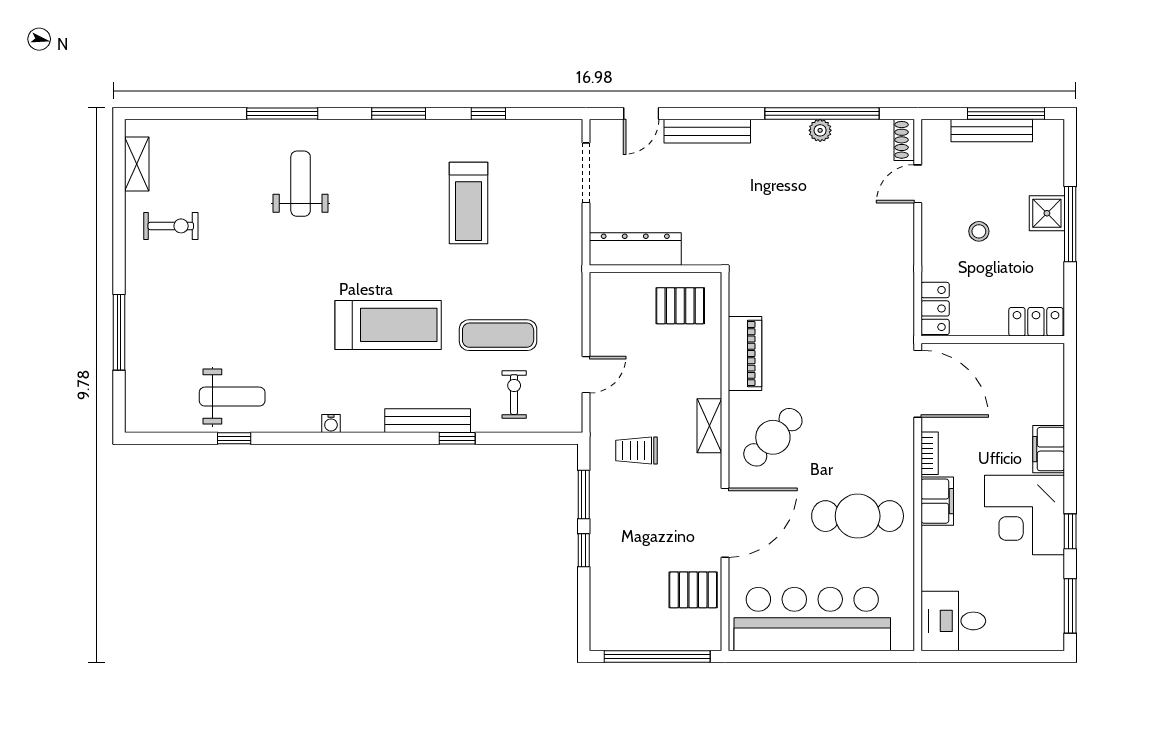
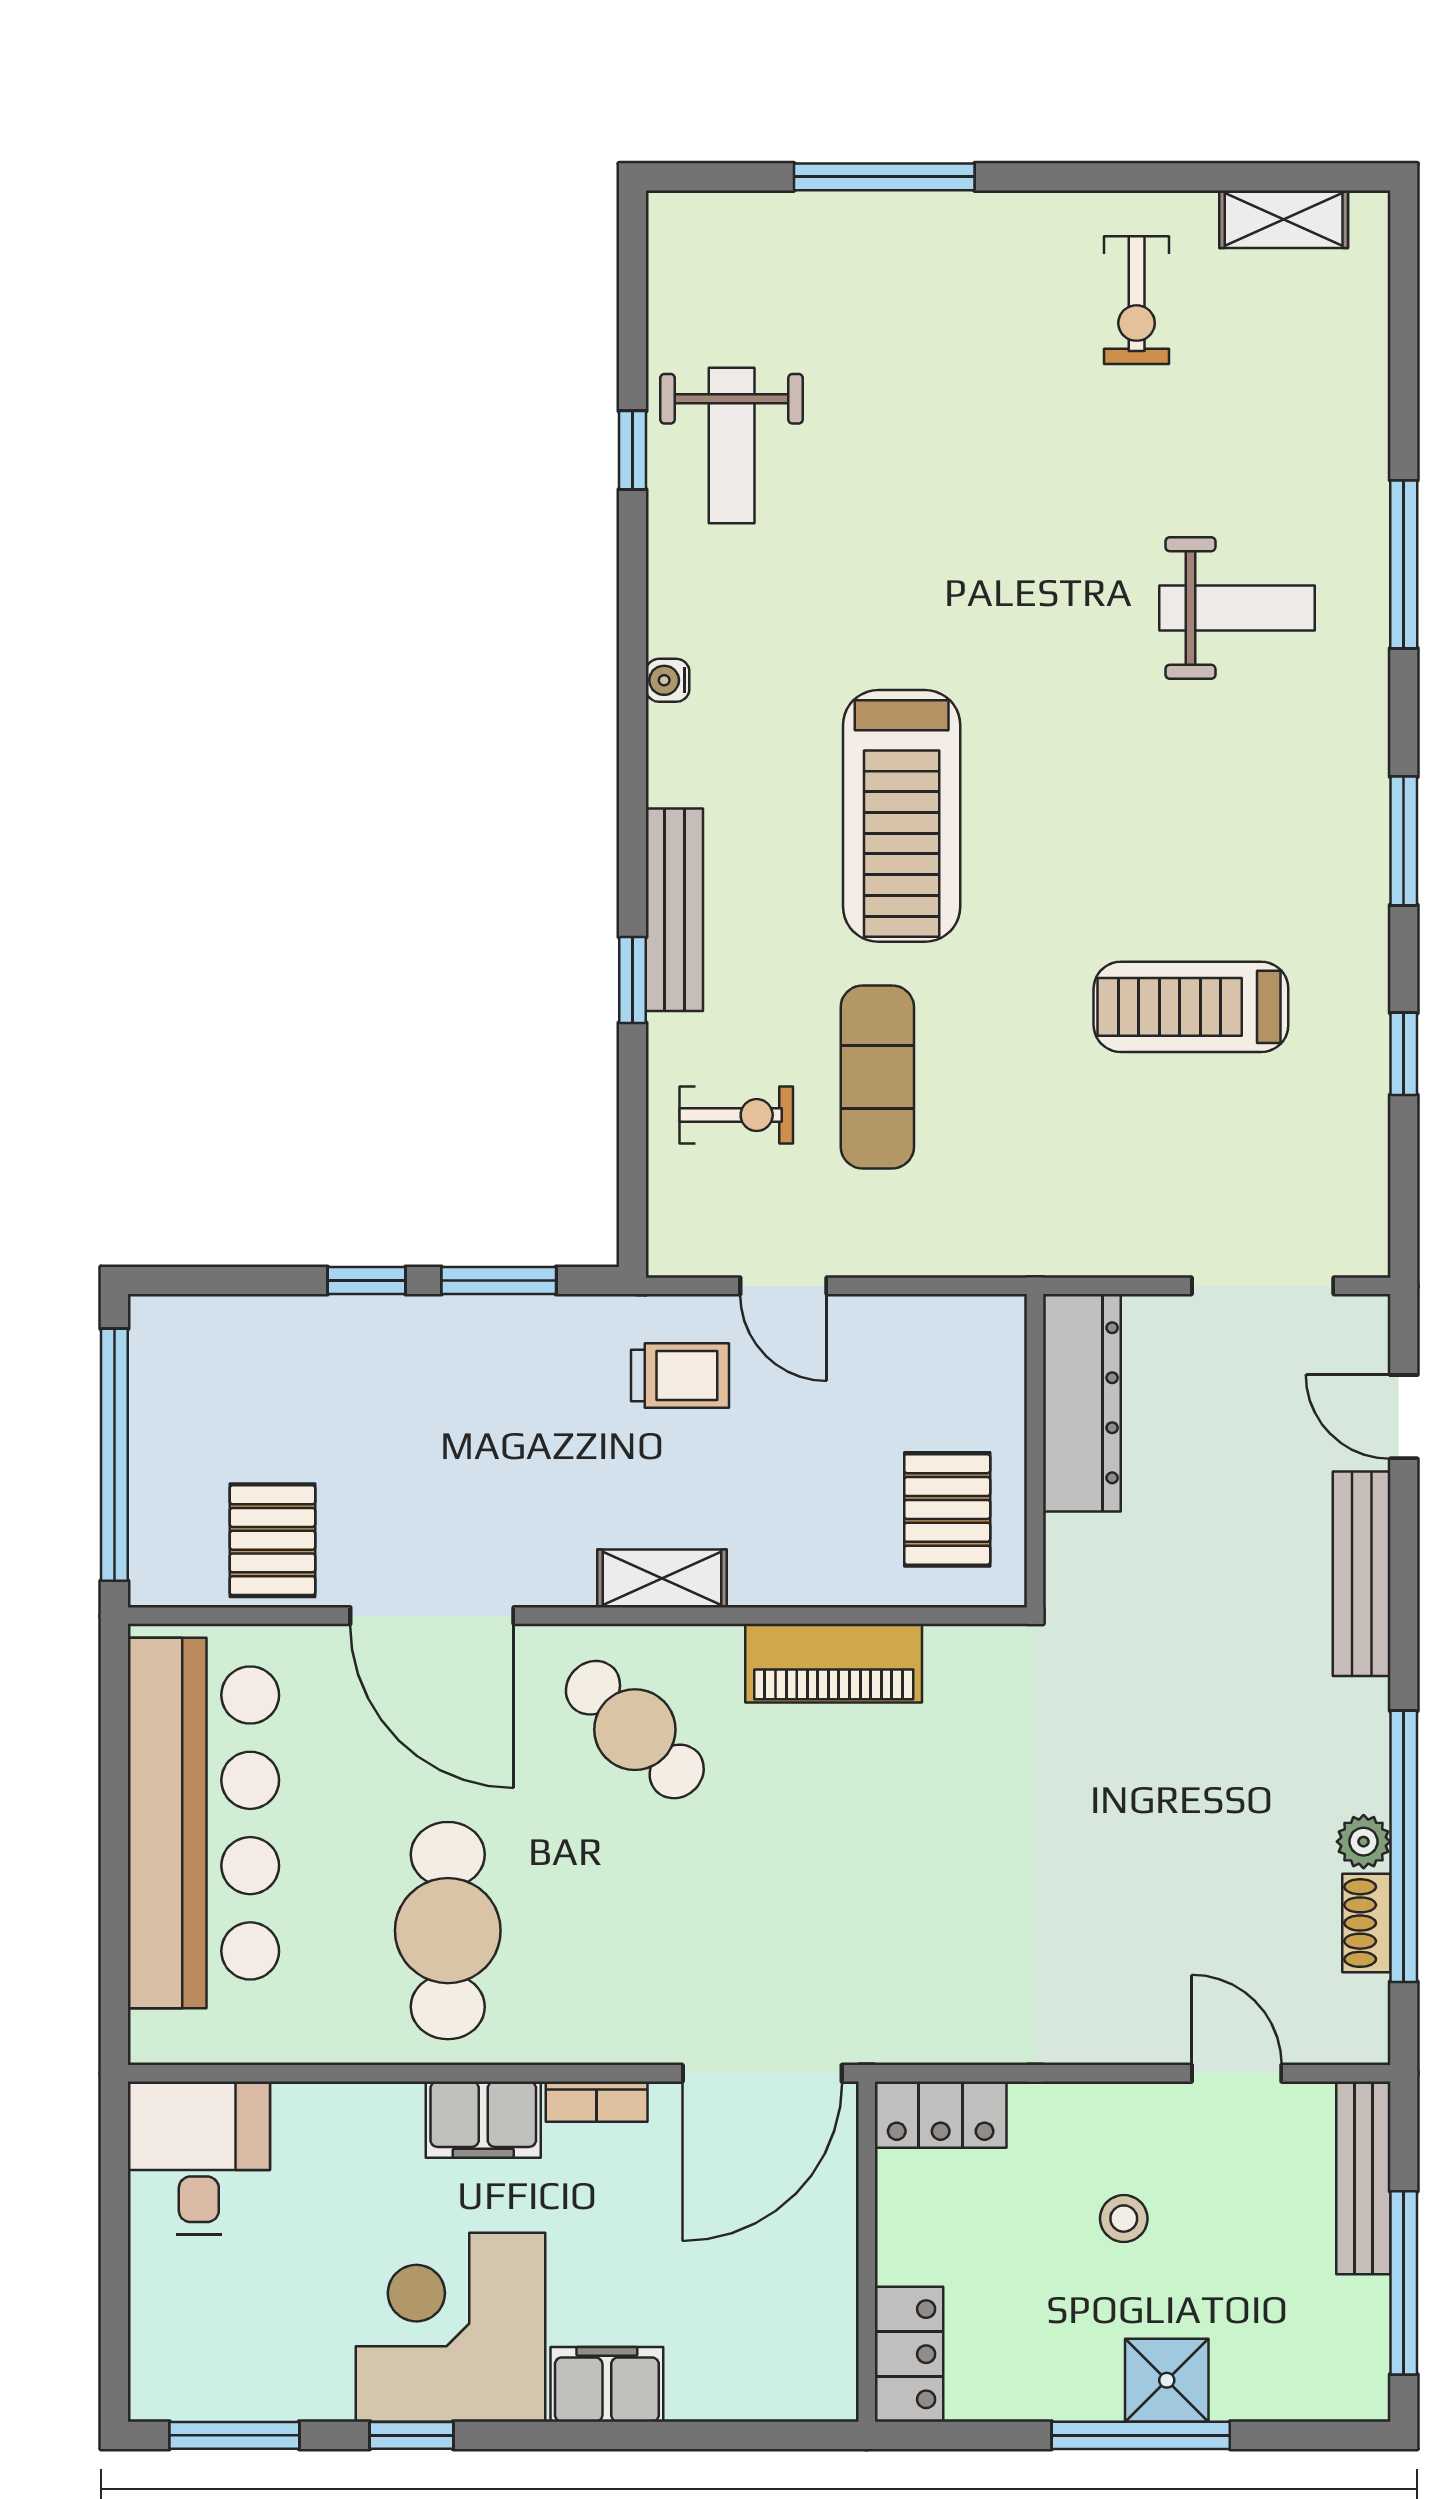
bench: (992, 130) -> (1363, 2178), moved
shoe rack: (904, 140) -> (1366, 1923), moved, turned -90
trolley: (636, 450) -> (680, 1375), moved, turned 90

